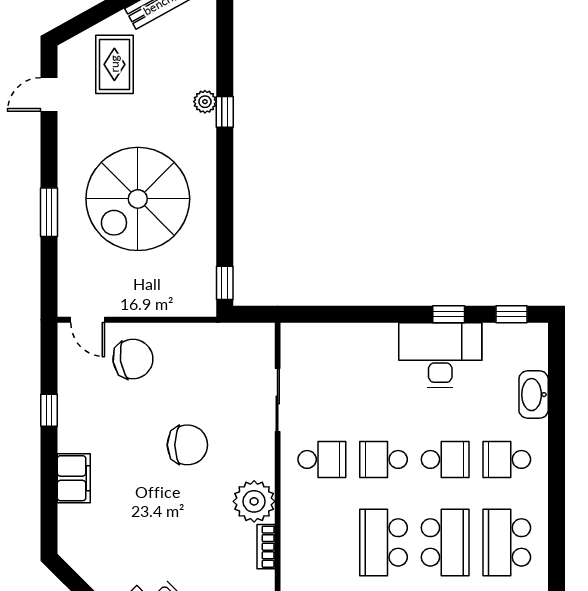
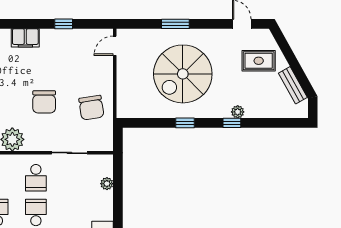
spiral stairs: (138, 199) -> (183, 74), turned -90
window: (225, 283) -> (185, 123), moved
plant: (332, 334) -> (107, 184), added
chair: (133, 359) -> (91, 108), moved

